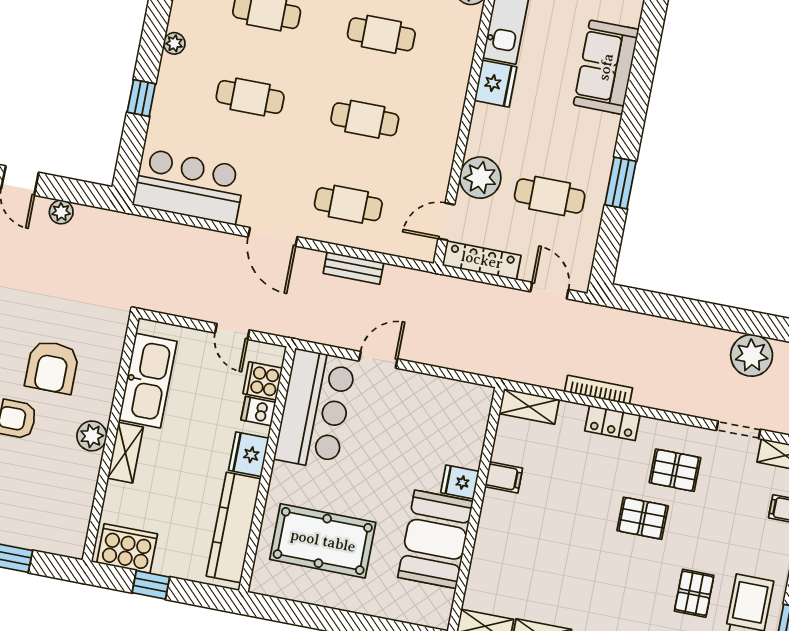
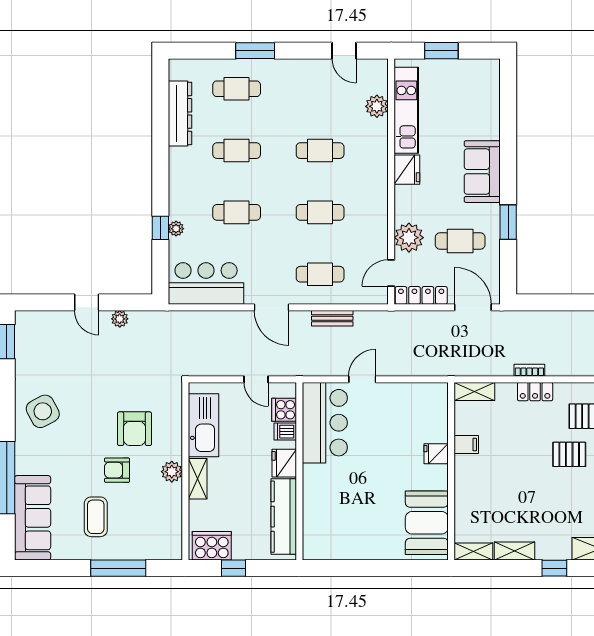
plant: (174, 43) -> (176, 229), moved
sofa: (606, 67) -> (482, 172), moved
door: (549, 291) -> (473, 307), width x1.38
bookcase: (599, 390) -> (529, 370), width x0.64
booth: (435, 539) -> (427, 523), moved
pool table: (323, 541) -> (348, 514), removed

